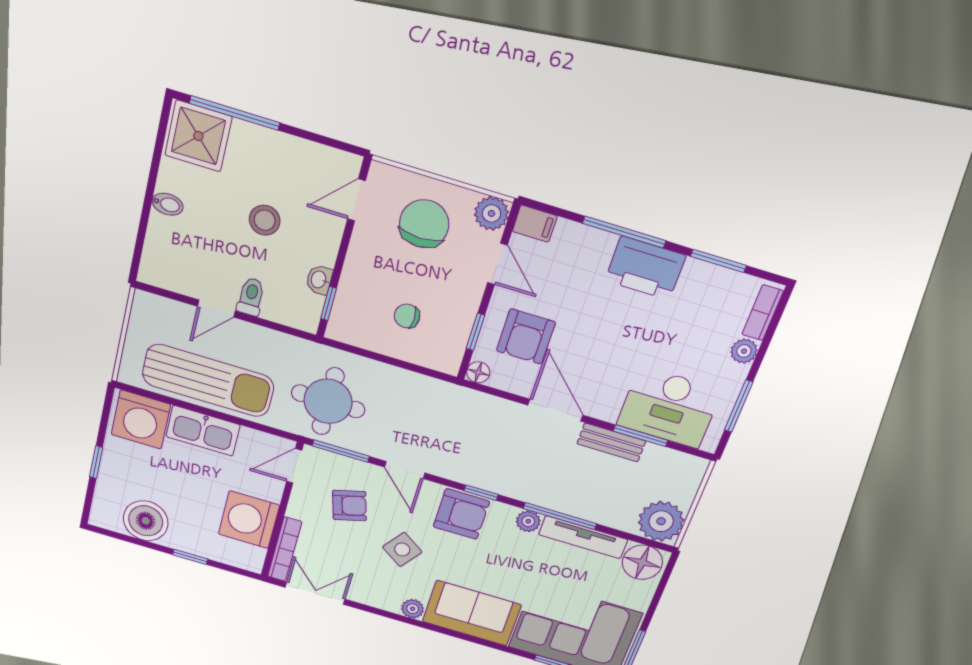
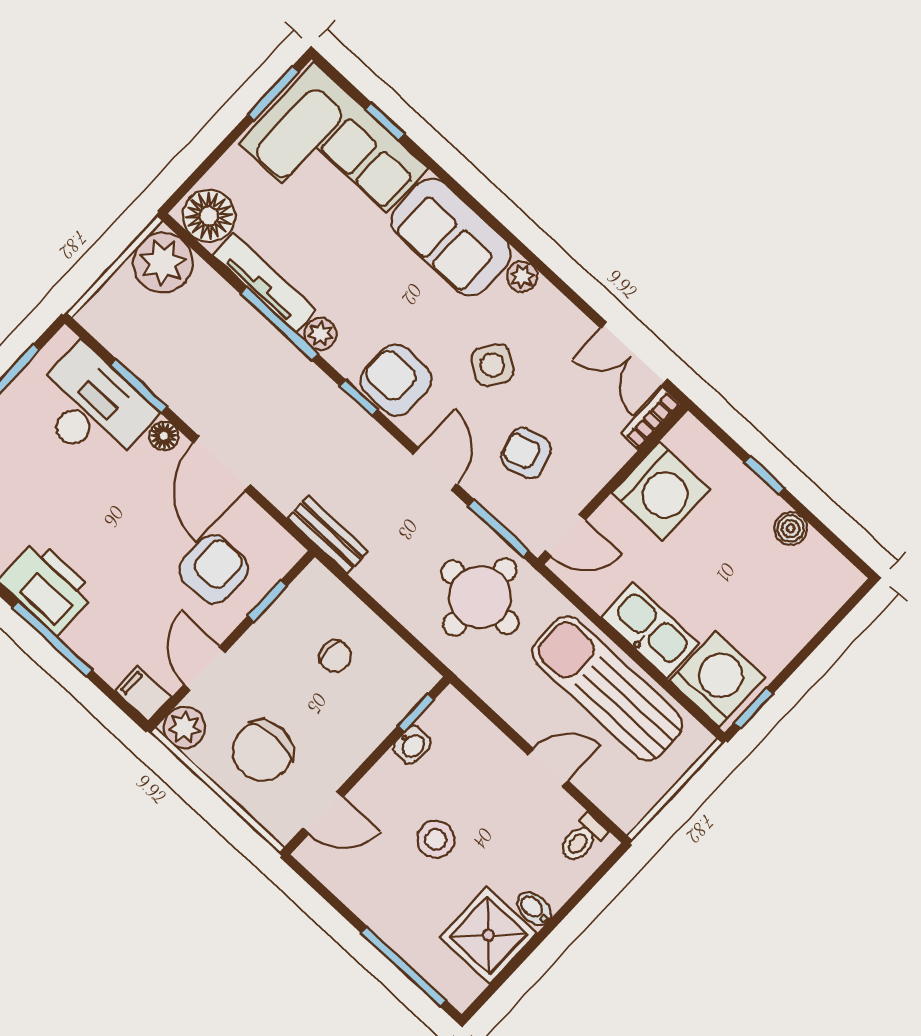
shower: (198, 136) -> (488, 935), moved
toilet: (251, 297) -> (582, 839), moved
floor lamp: (478, 372) -> (164, 436), moved
bench: (611, 442) -> (328, 535), moved
window: (96, 462) -> (754, 708), moved
boiler: (146, 521) -> (791, 529), width x0.54, depth x0.54
bookcase: (285, 549) -> (651, 418), width x0.64

